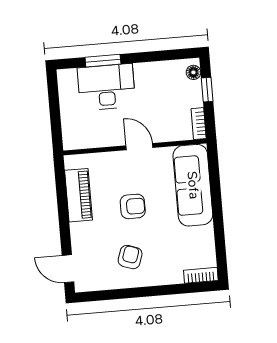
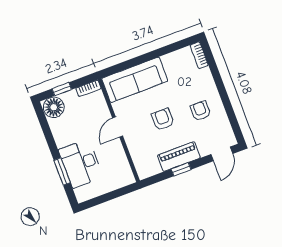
floor lamp: (193, 72) -> (54, 107), width x1.89, depth x1.89
piano: (78, 195) -> (179, 157), moved
window: (63, 212) -> (181, 169), added
armchair: (130, 257) -> (200, 111), turned 71

